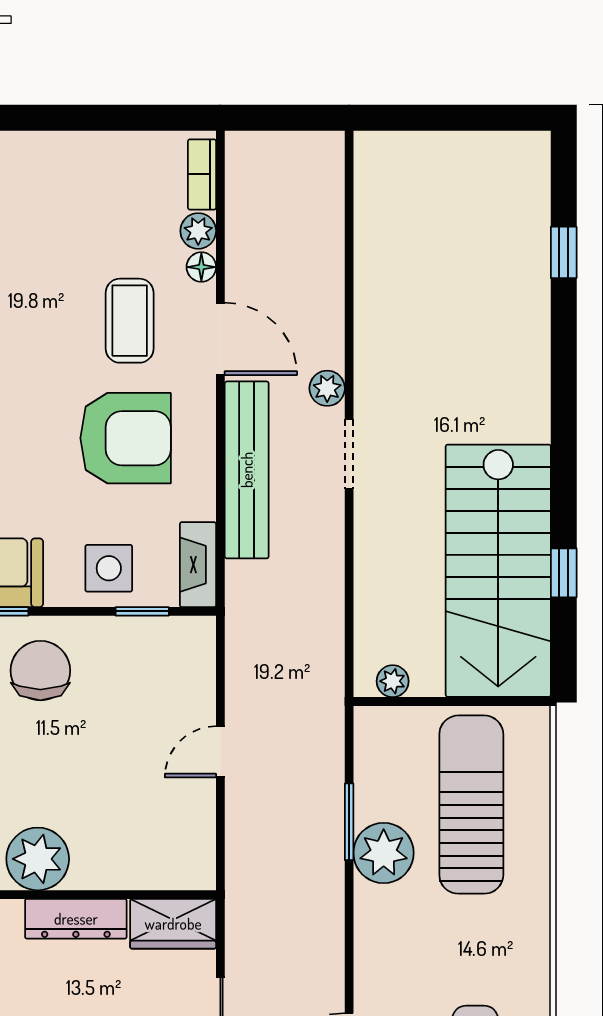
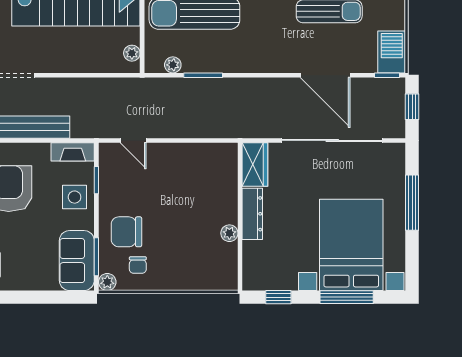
door: (220, 752) -> (133, 140), moved
plant: (384, 853) -> (173, 65), moved, width x0.53, depth x0.53
plant: (38, 859) -> (229, 233), width x0.53, depth x0.53

